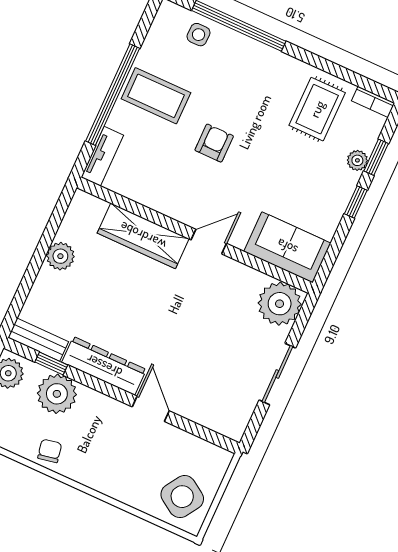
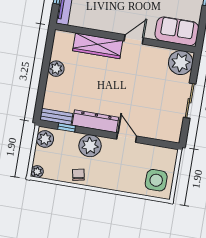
plant: (57, 394) -> (90, 146), moved
side table: (182, 497) -> (156, 180), turned -33

